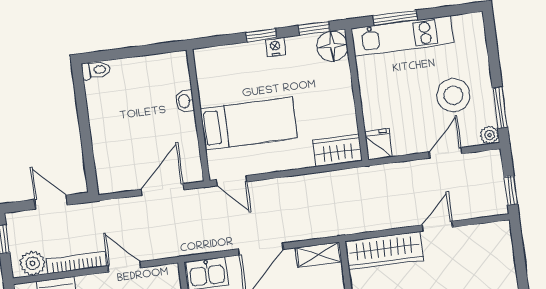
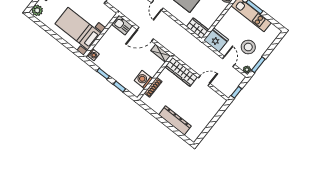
fridge: (378, 144) -> (216, 40), width x1.88, depth x1.34
door: (446, 153) -> (229, 62), hinge flipped

